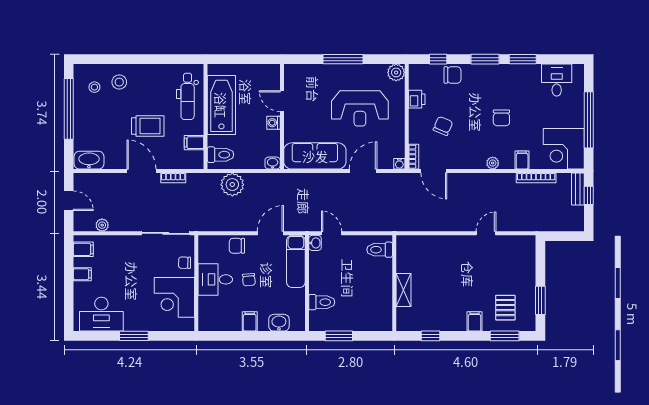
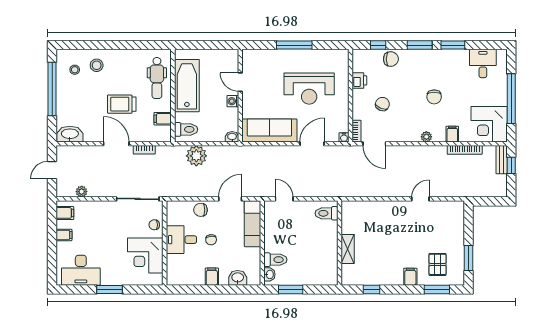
plant: (396, 72) -> (341, 57), removed
trolley: (148, 126) -> (122, 104), turned 180
door: (69, 201) -> (52, 170), swing flipped
washbasin: (315, 243) -> (269, 274), moved

